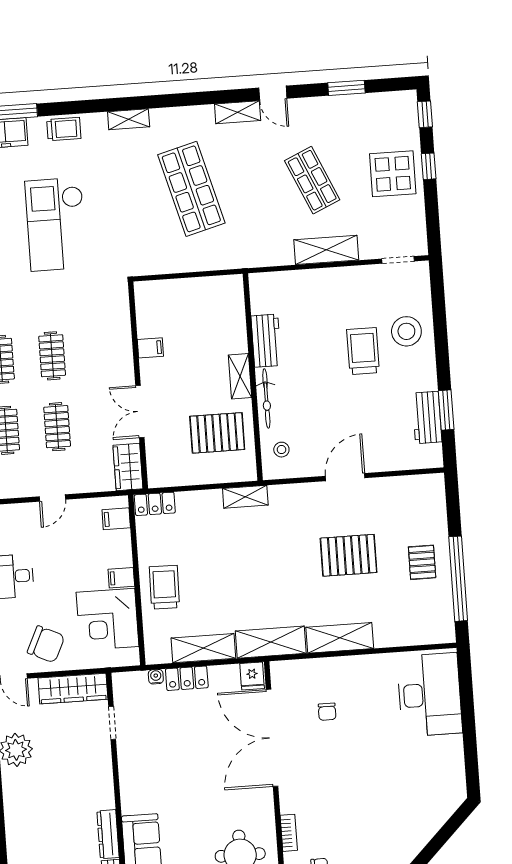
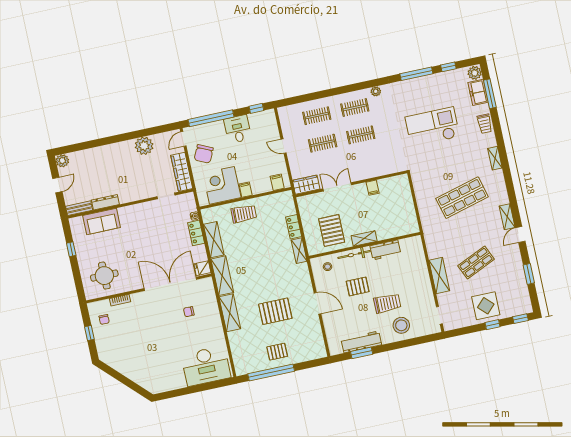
pallet: (325, 400) -> (358, 286), added
workbench: (427, 417) -> (361, 342), width x1.38
locker: (155, 504) -> (294, 227), moved
pallet: (349, 555) -> (275, 311), turned 90

